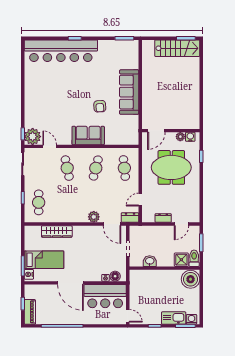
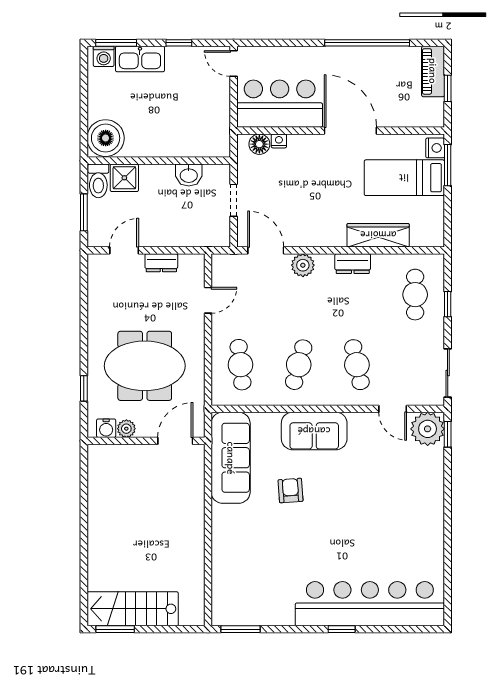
sofa: (129, 92) -> (231, 458), moved
dresser: (130, 218) -> (353, 264), moved

